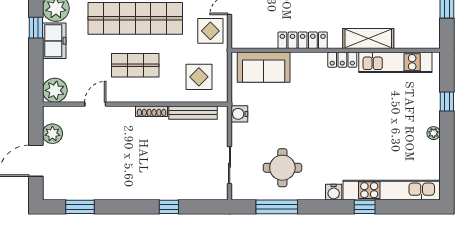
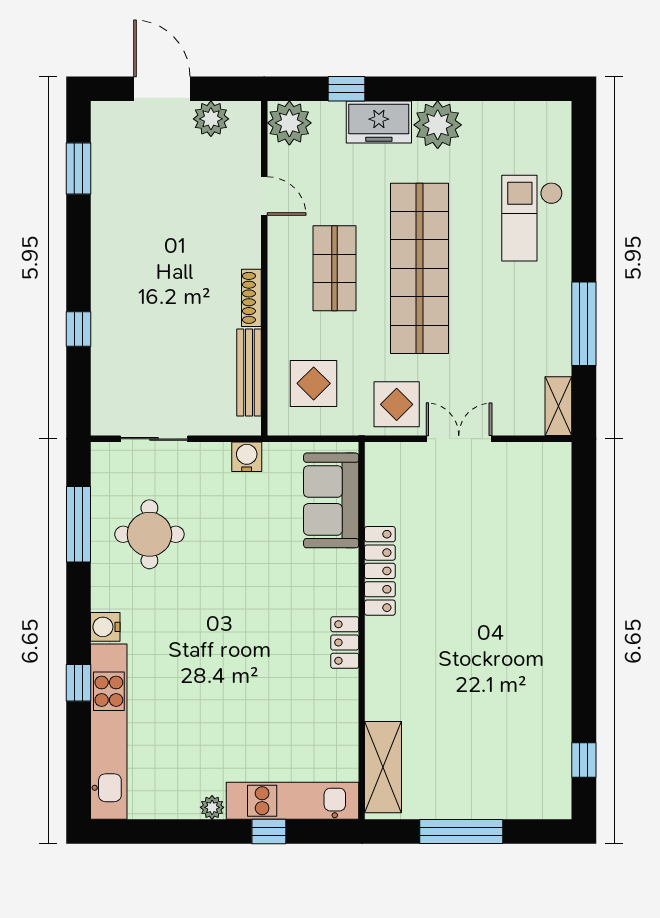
window: (36, 28) -> (347, 89), moved
shelving: (368, 38) -> (383, 767), moved
kitchen unit: (395, 62) -> (293, 801), moved, turned 90

